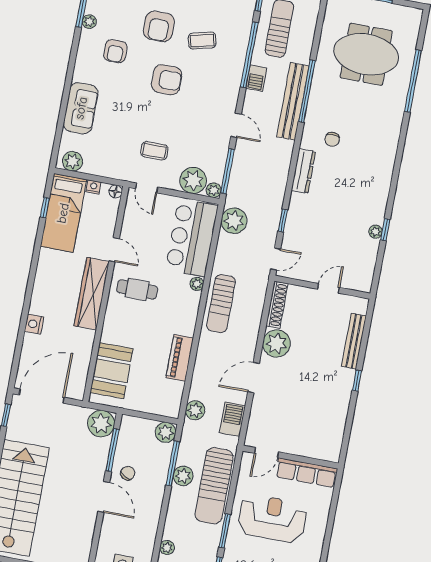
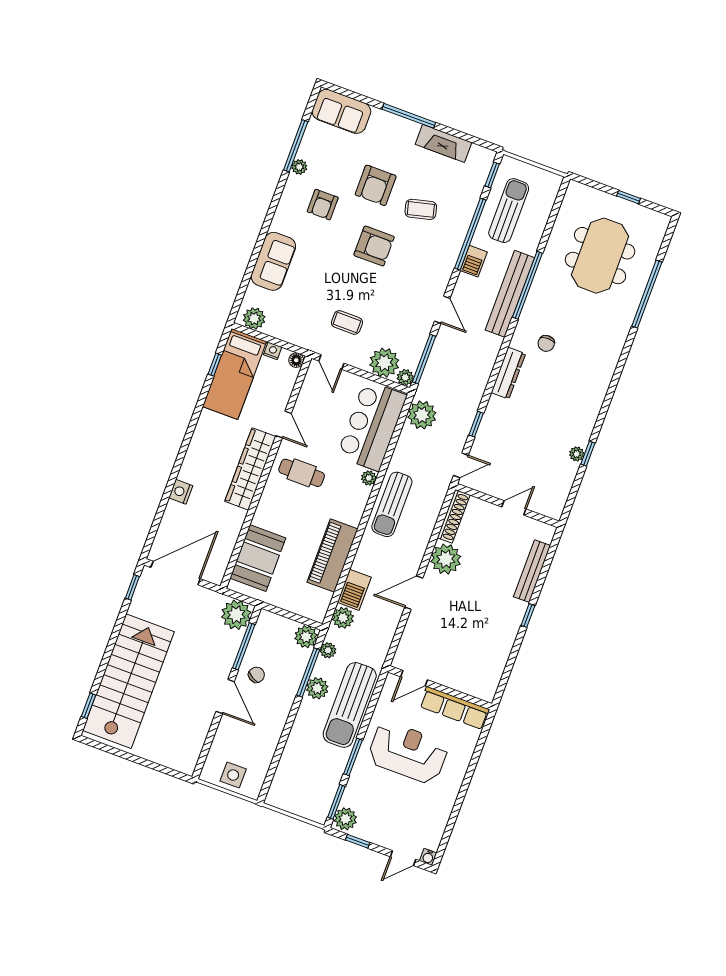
meeting table: (366, 54) -> (600, 256), turned 90
piano: (180, 358) -> (332, 556), width x1.37, depth x1.33
barbecue: (232, 419) -> (354, 590), moved, turned 180
plant: (167, 548) -> (328, 650), moved

